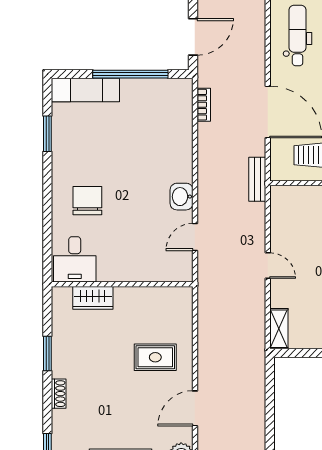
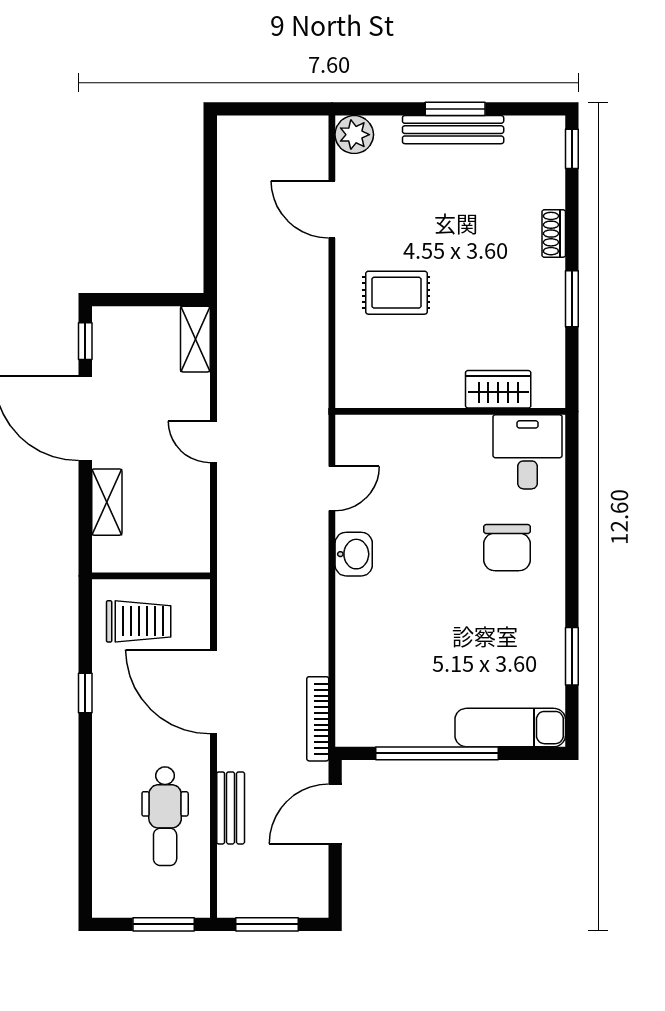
bookcase: (204, 105) -> (318, 719), width x1.56
bench: (257, 179) -> (231, 808), moved
door: (195, 408) -> (332, 209), swing flipped

